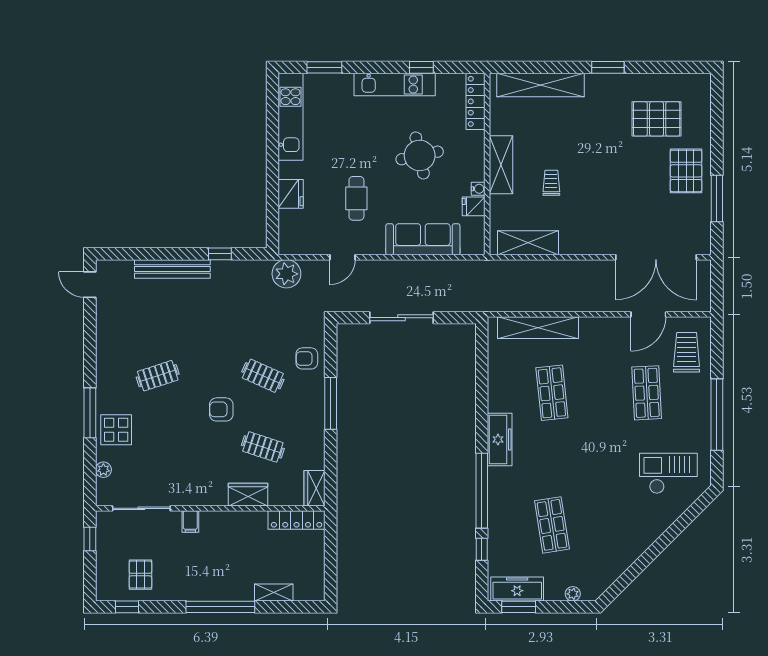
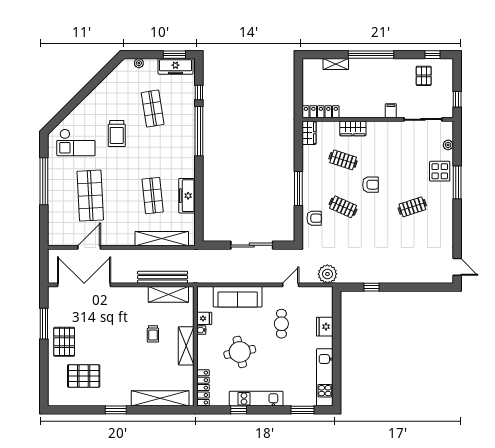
bench: (172, 269) -> (163, 277), moved
trolley: (687, 352) -> (117, 134), moved
shop shelf: (647, 393) -> (90, 196), width x1.43, depth x1.36
freezer: (500, 439) -> (187, 196), moved

